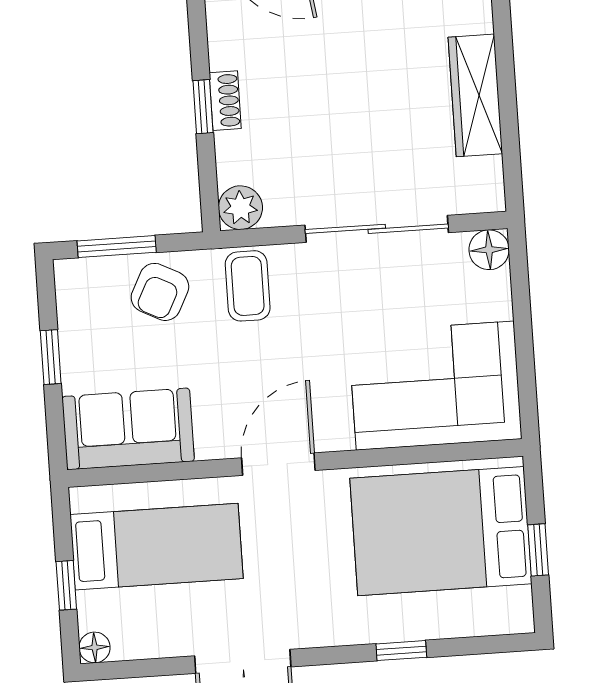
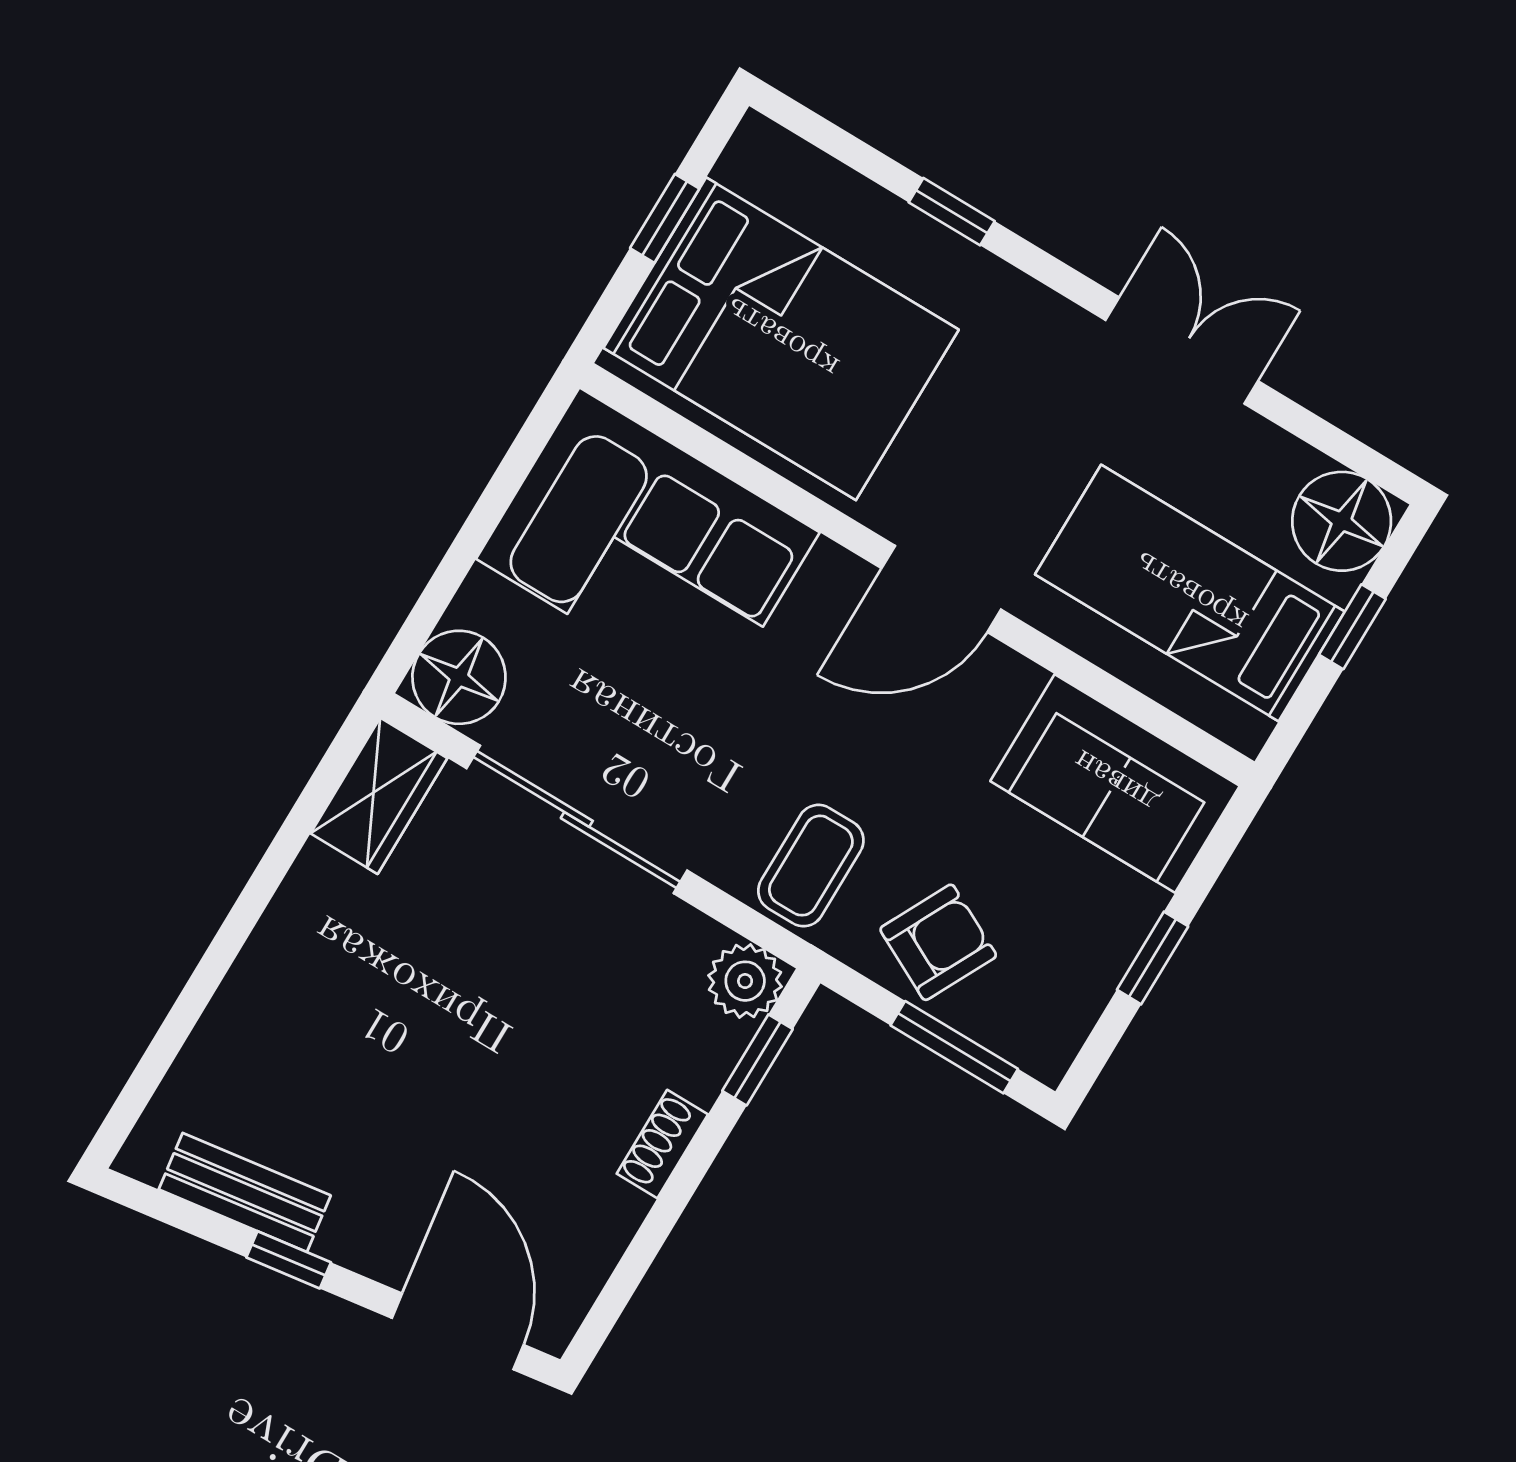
wardrobe: (475, 95) -> (379, 796), moved, width x0.67
window: (203, 107) -> (757, 1060), moved
floor lamp: (489, 250) -> (459, 677), width x1.38, depth x1.38
floor lamp: (95, 647) -> (1342, 521), width x1.89, depth x1.89

